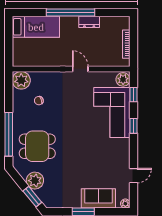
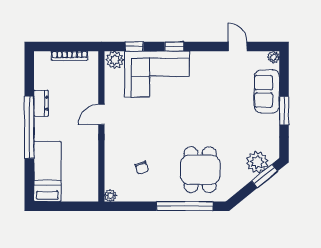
plant: (21, 80) -> (111, 195), width x0.53, depth x0.53
plant: (35, 181) -> (257, 162), moved

